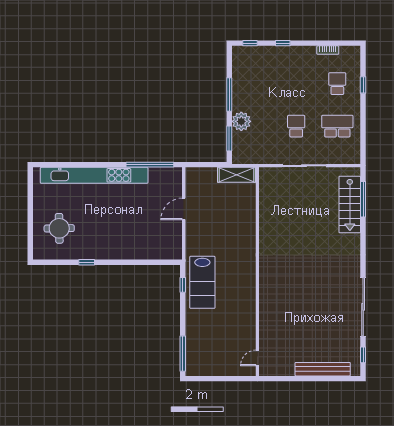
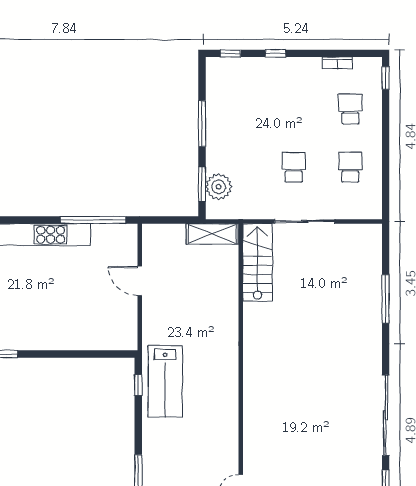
window: (363, 85) -> (386, 78), moved
plant: (241, 121) -> (219, 187), moved
school desk: (337, 126) -> (350, 167), width x0.54
window: (363, 199) -> (386, 299), moved
stairs: (350, 205) -> (257, 262), moved, turned 180
door: (184, 209) -> (140, 281), hinge flipped

